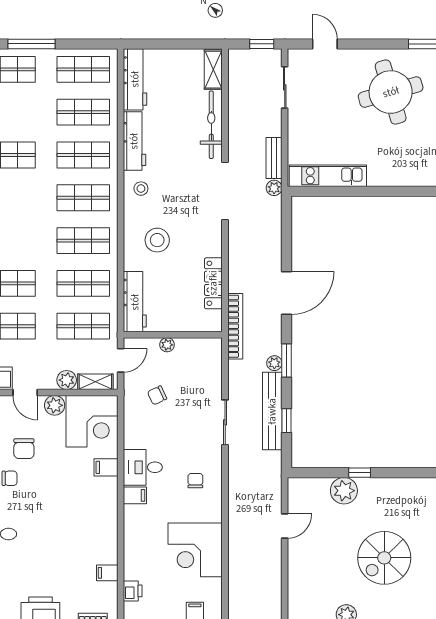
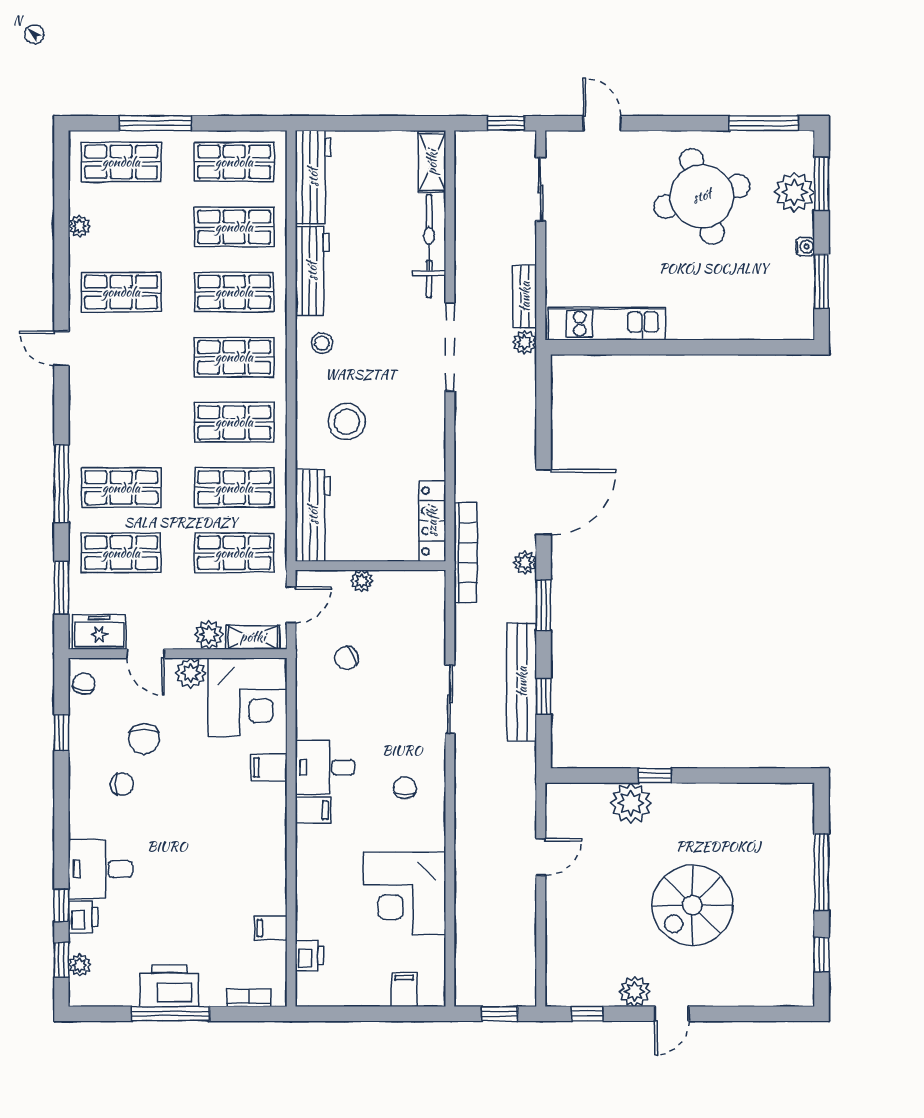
locker: (213, 283) -> (432, 521), moved
plant: (274, 363) -> (525, 562), moved

